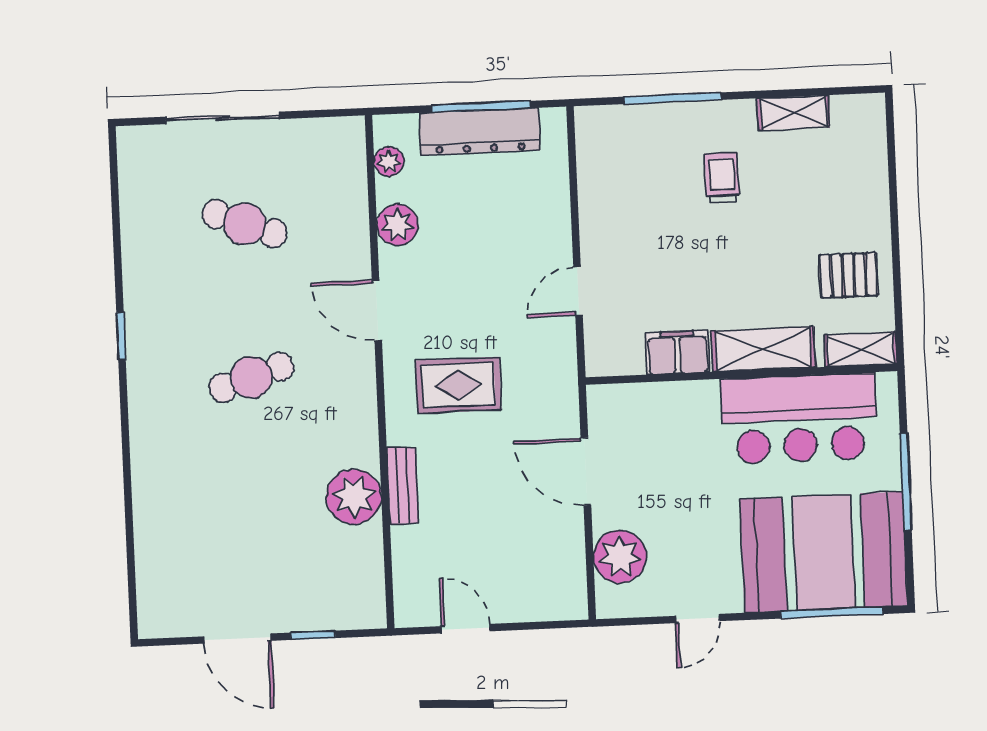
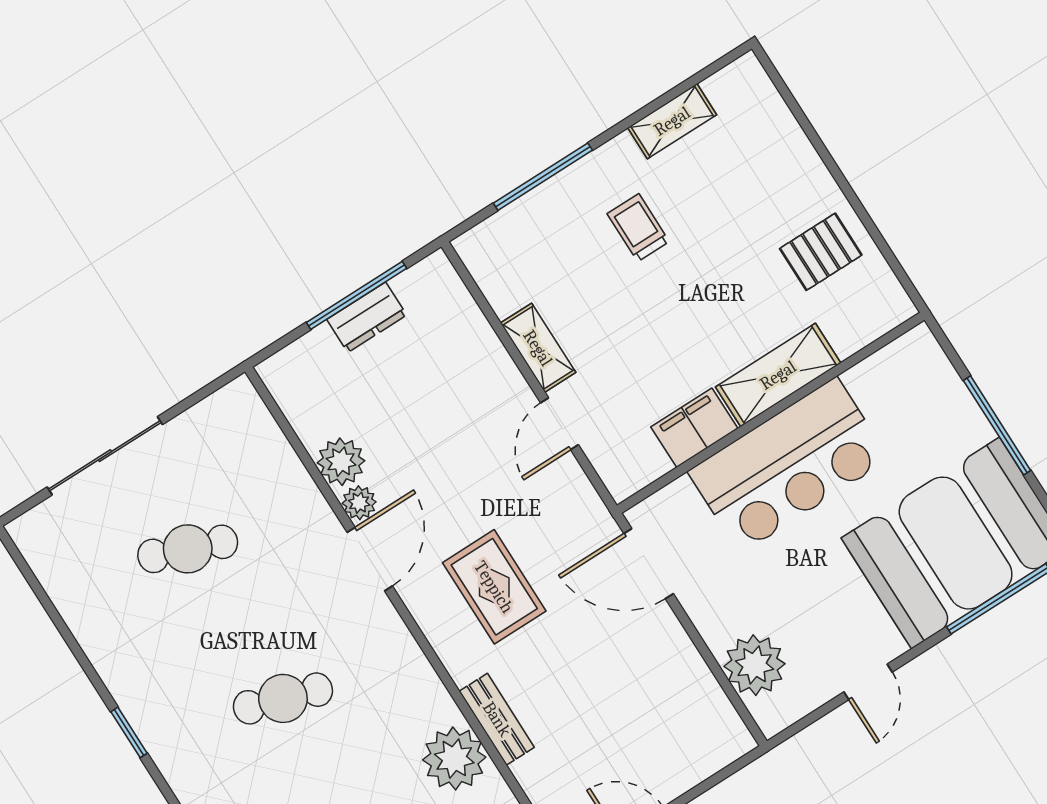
dresser: (480, 132) -> (367, 317), width x0.51, depth x0.80
plant: (389, 162) -> (359, 503), moved
door: (377, 310) -> (370, 559), swing flipped
shelving: (861, 349) -> (538, 348), moved, turned 90
cafe table: (251, 377) -> (283, 698), turned 36
rug: (458, 385) -> (494, 587), turned 90
bar counter: (799, 418) -> (788, 465), moved
door: (586, 471) -> (649, 564), moved

